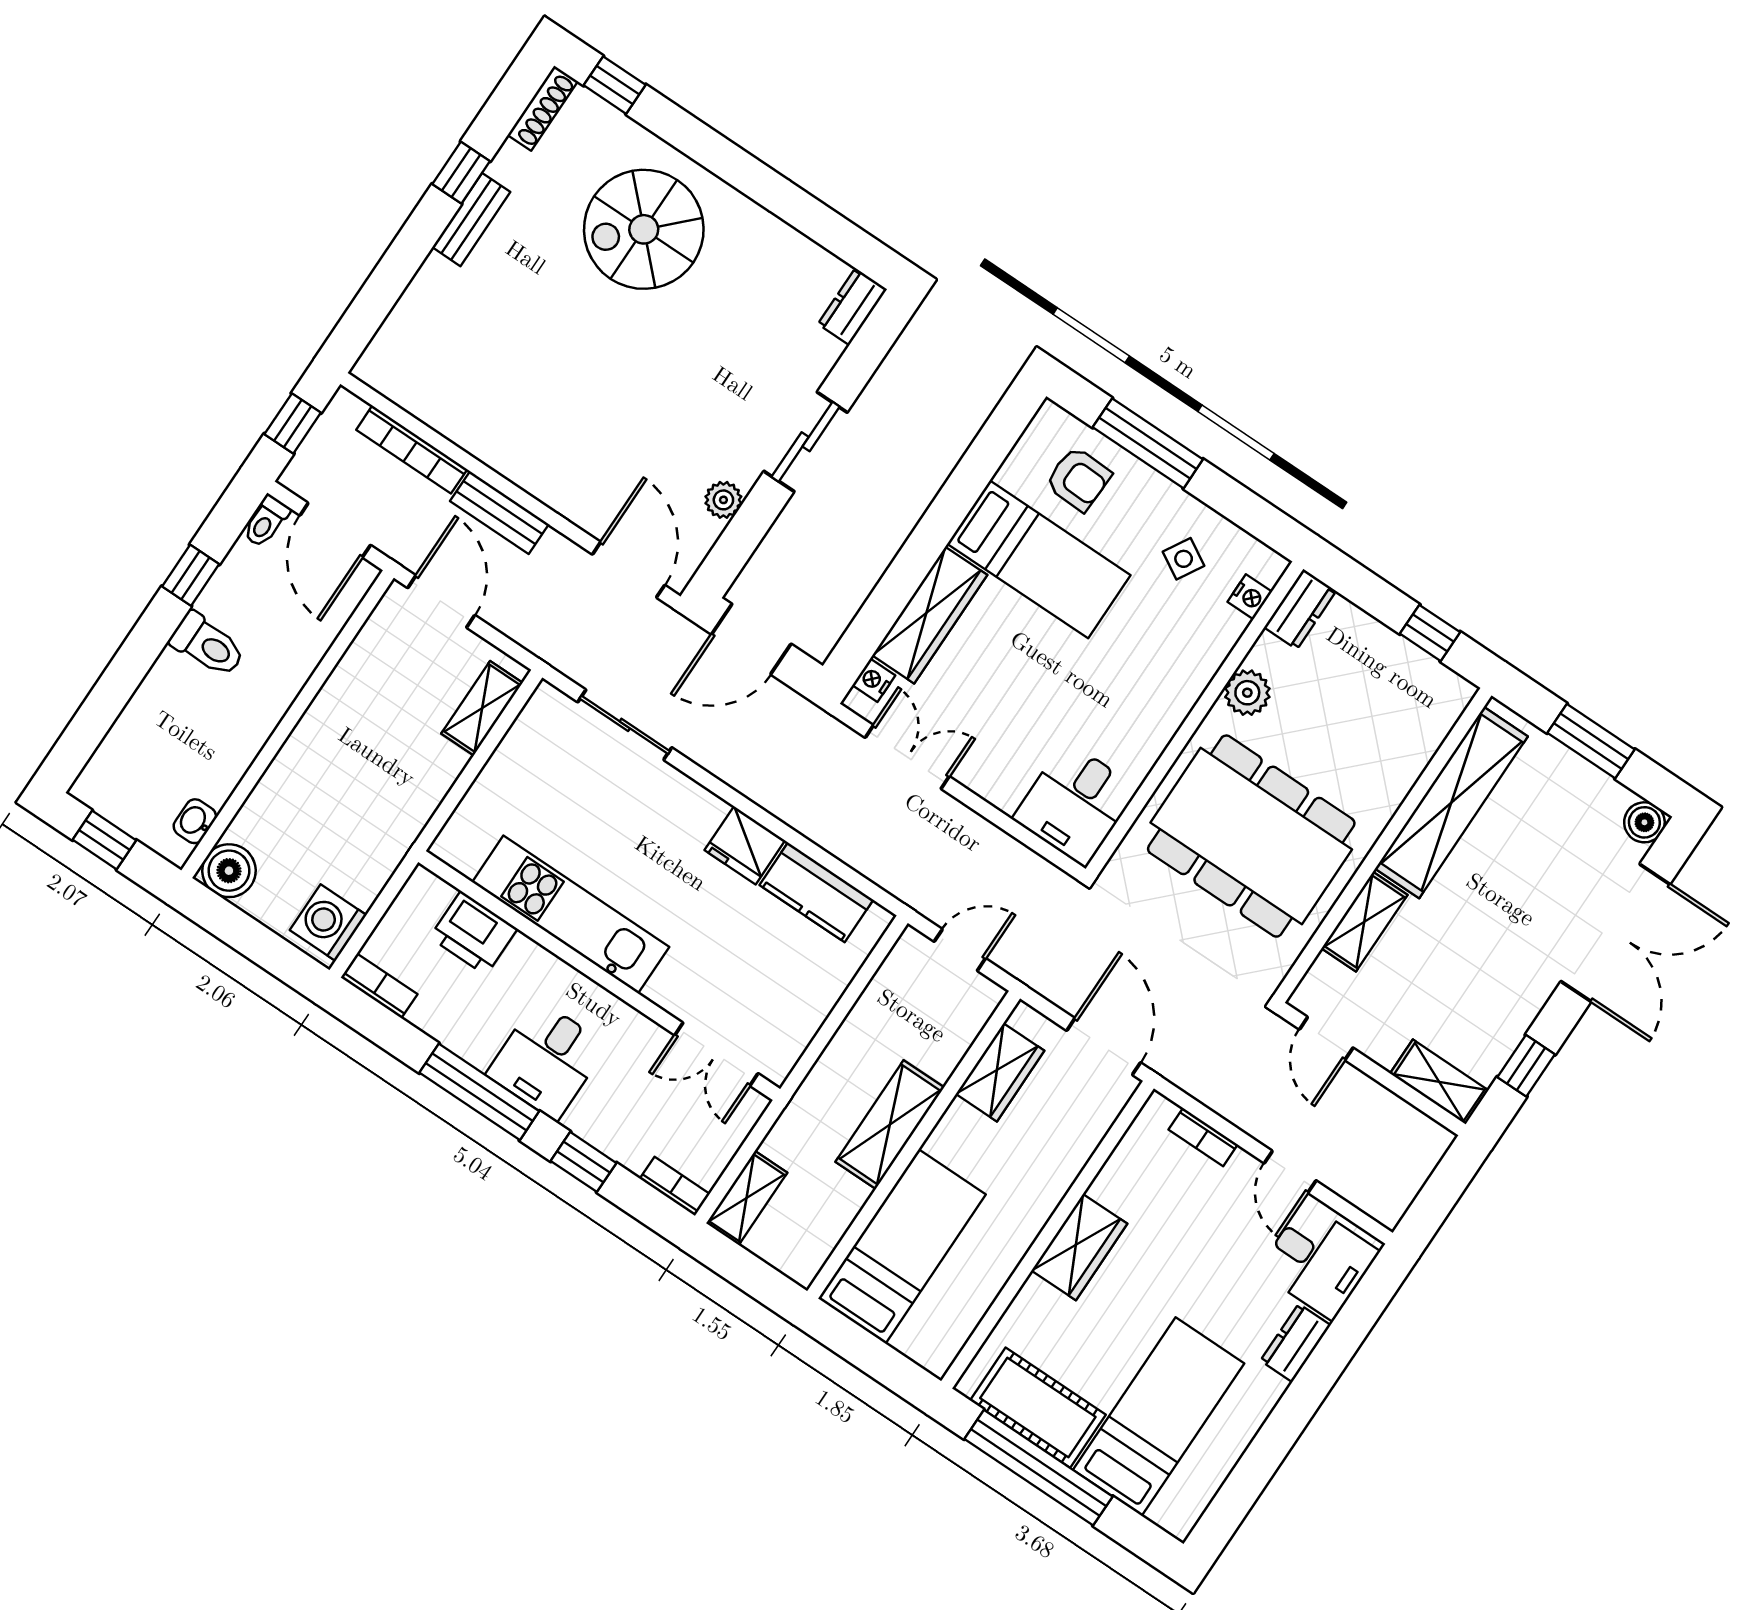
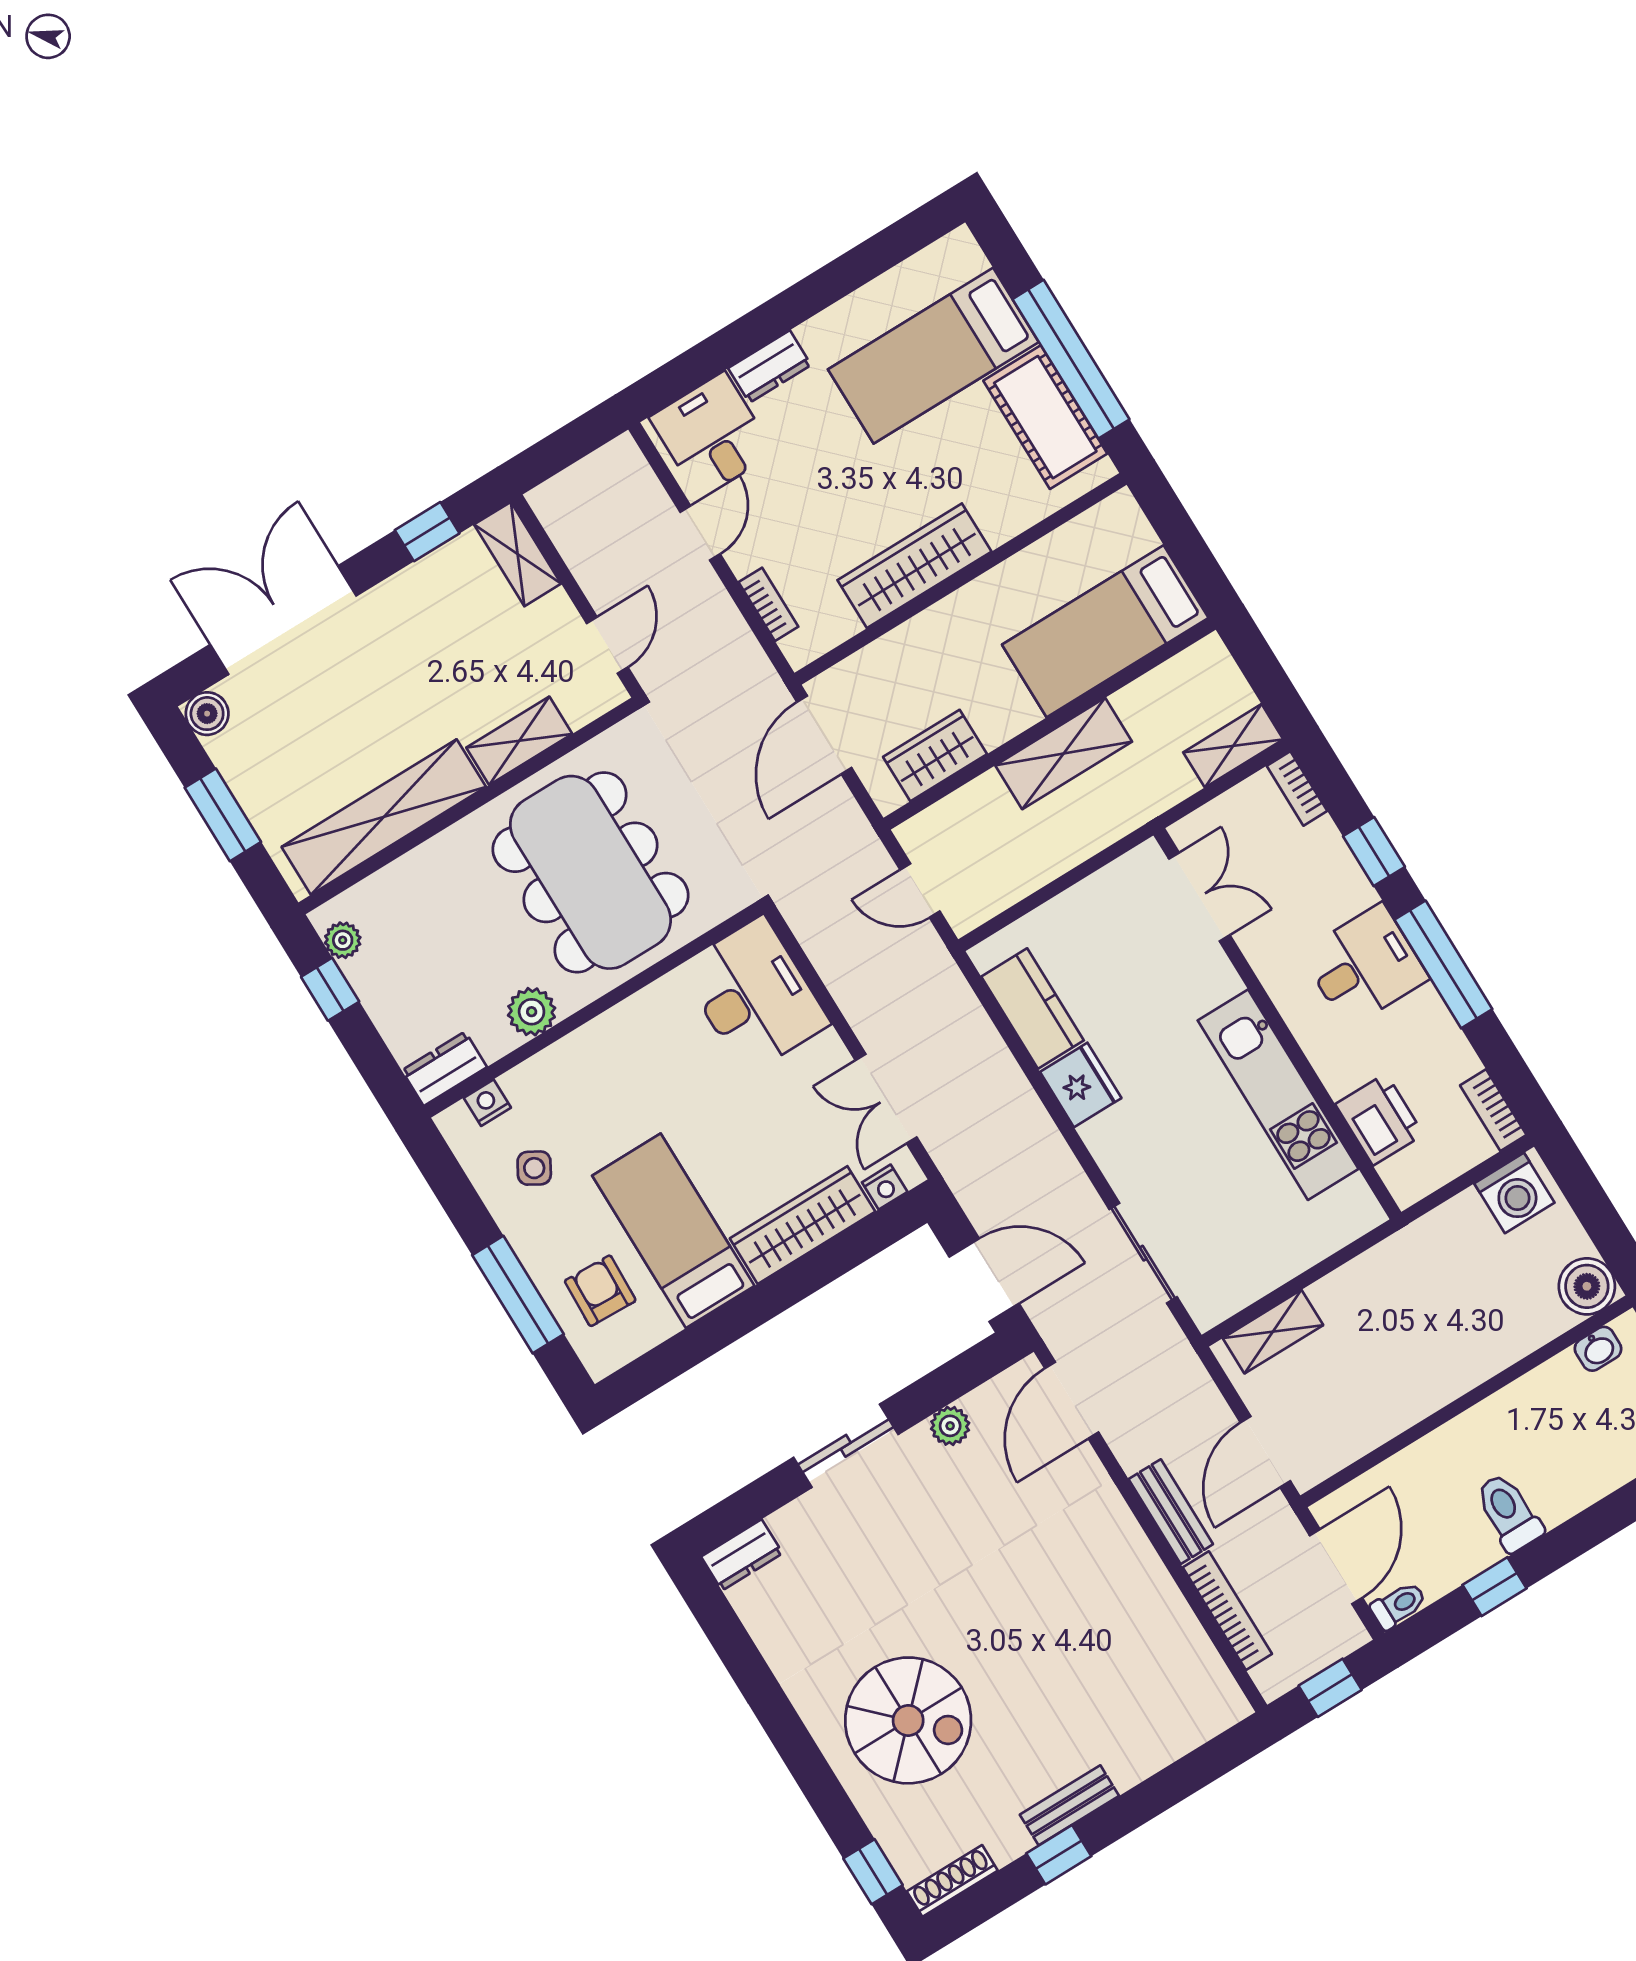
plant: (1438, 680) -> (343, 940), added
desk: (1075, 804) -> (754, 995), width x1.37
wardrobe: (1079, 1247) -> (914, 566), width x1.50

